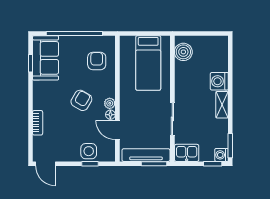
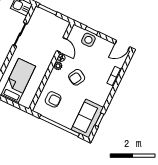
armchair: (97, 61) -> (53, 99), turned -90
tv unit: (146, 155) -> (50, 18), removed
door: (46, 164) -> (122, 45), swing flipped

